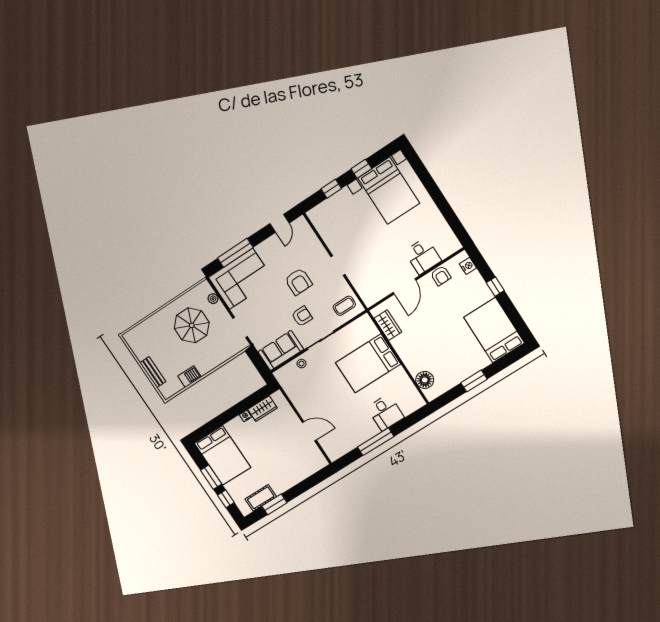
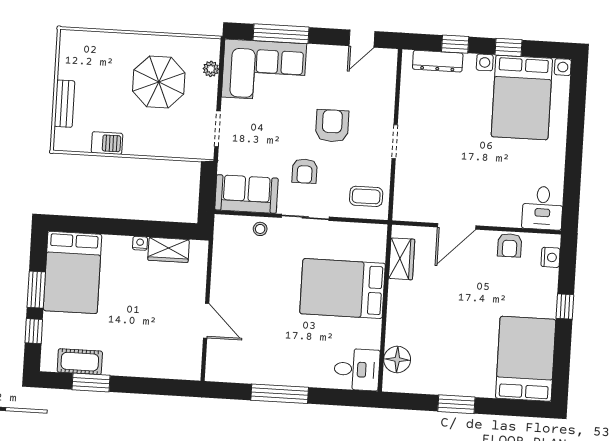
dresser: (329, 205) -> (438, 61), added
desk: (423, 256) -> (543, 208), moved
armchair: (298, 282) -> (332, 126), turned 180
armchair: (302, 316) -> (305, 171), turned 90
desk: (385, 413) -> (357, 369), moved, turned -90

